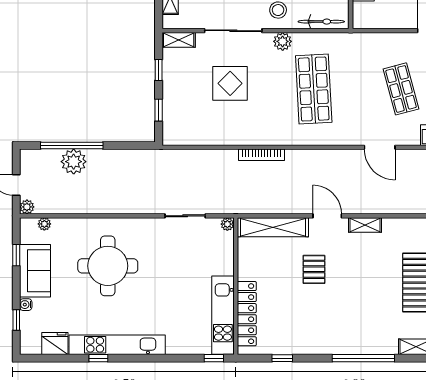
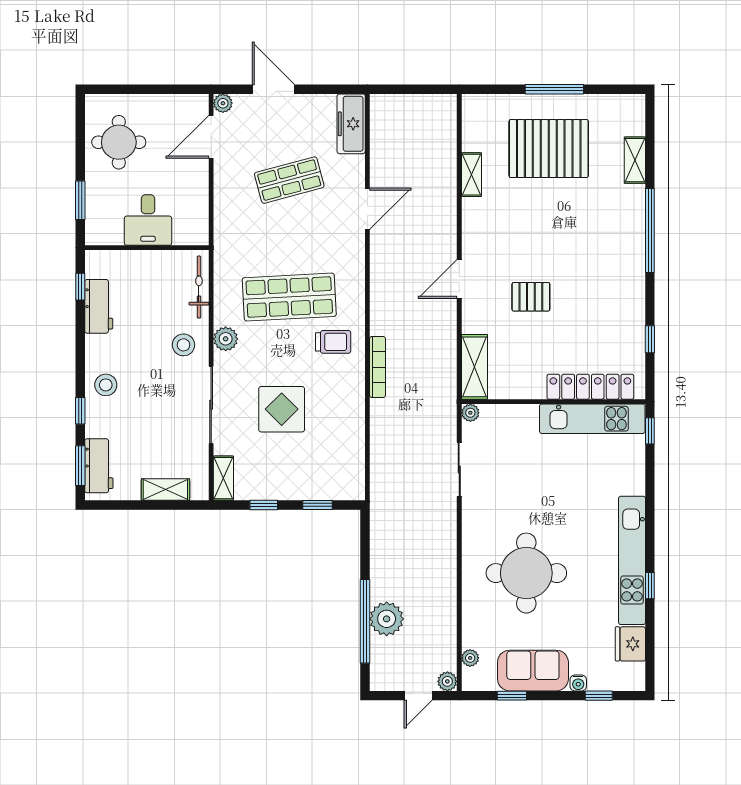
trolley: (280, 122) -> (333, 342), added
shelving: (365, 225) -> (471, 175), moved
shelving: (273, 227) -> (474, 367), width x0.68

